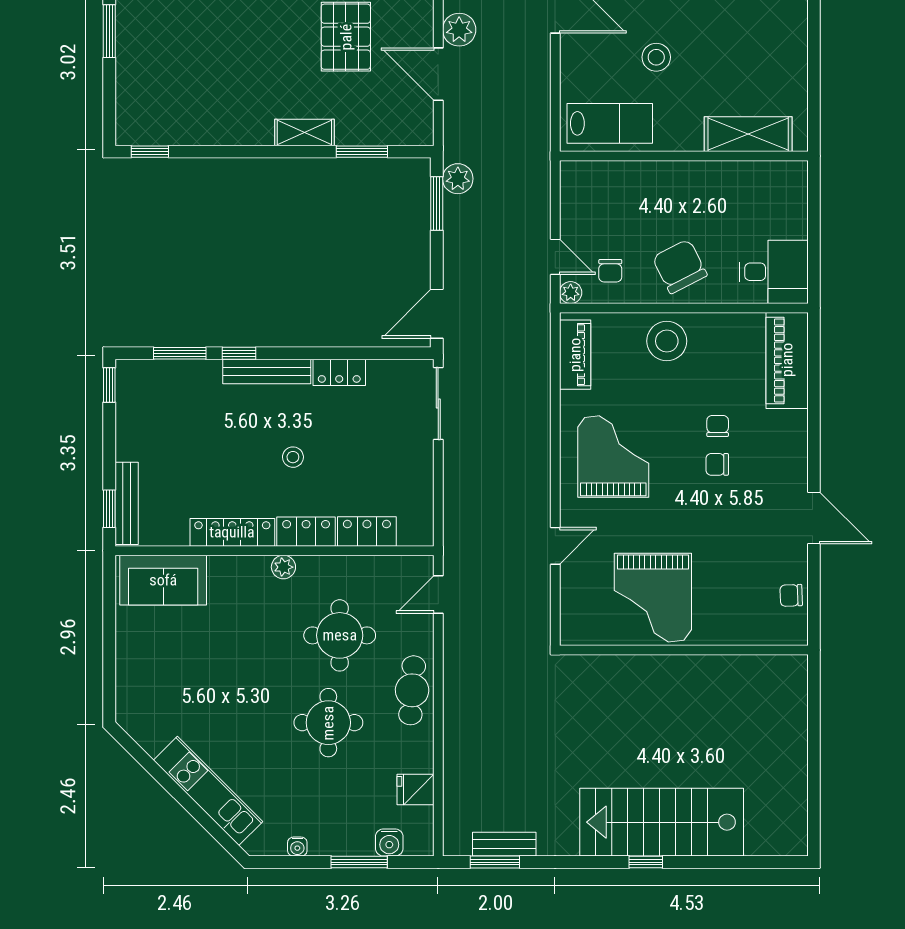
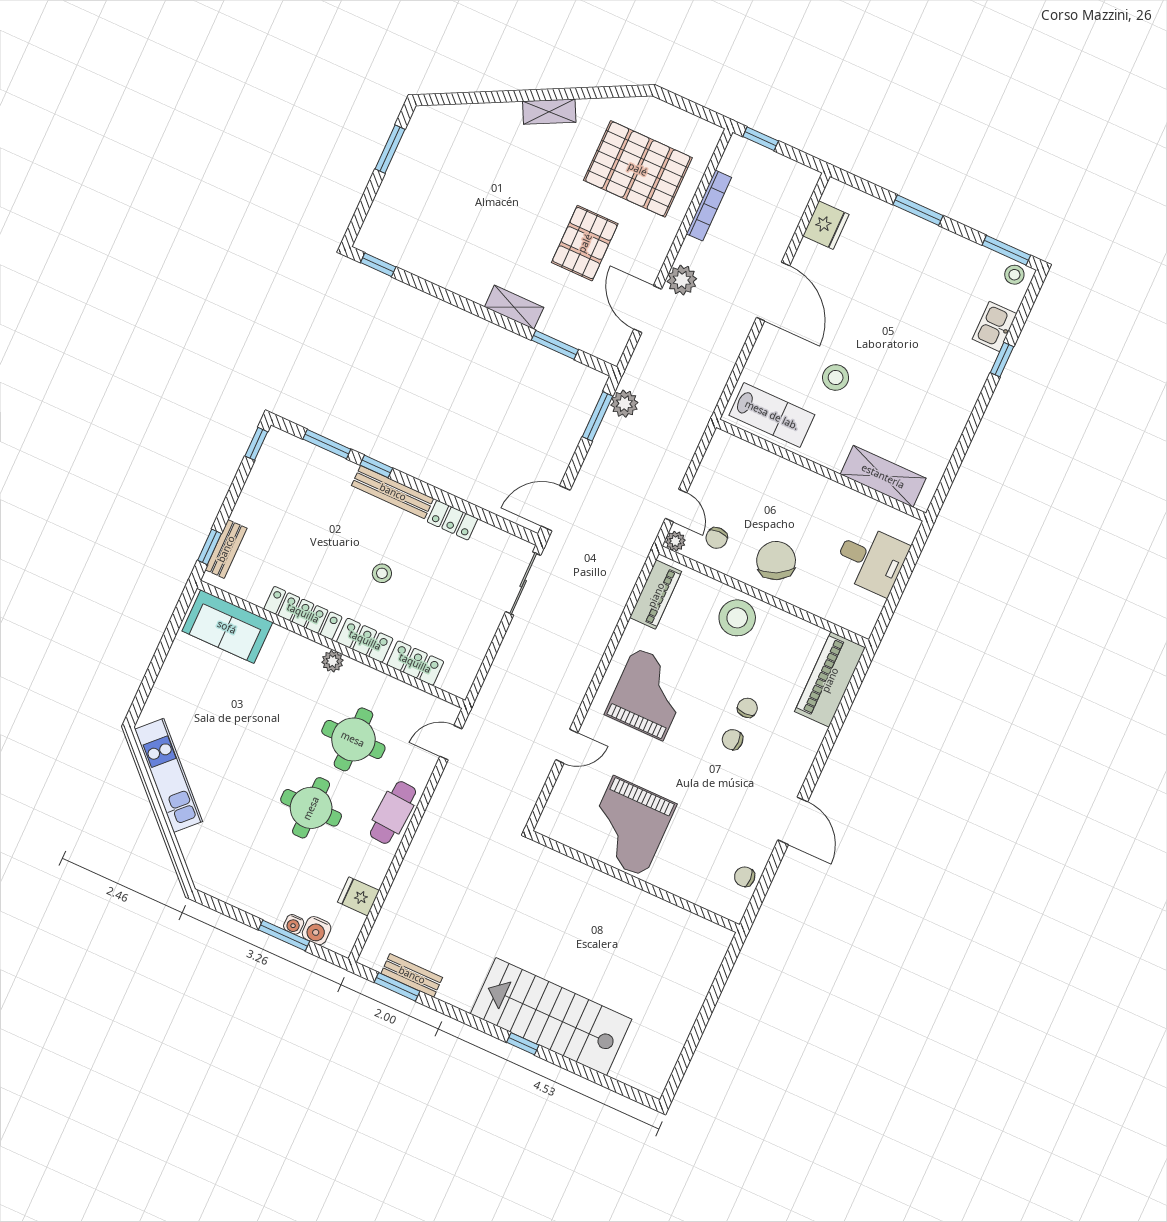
desk: (774, 272) -> (871, 559), moved
bench: (127, 503) -> (226, 549), width x0.73
kitchen unit: (208, 791) -> (169, 775), moved
water cooler: (297, 847) -> (294, 924), moved

